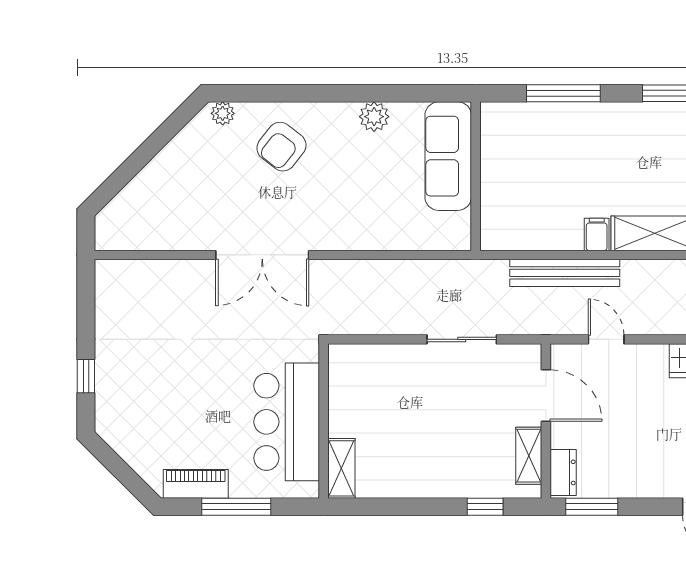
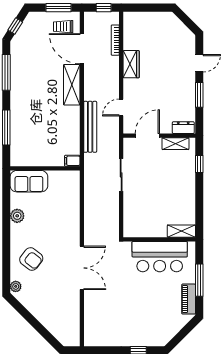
sofa: (448, 156) -> (29, 181), width x0.73
filing cabinet: (597, 235) -> (72, 161), moved
window: (592, 507) -> (199, 95), moved

